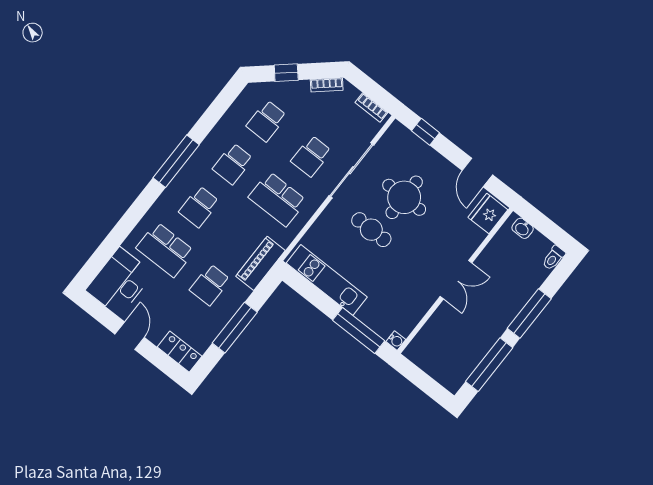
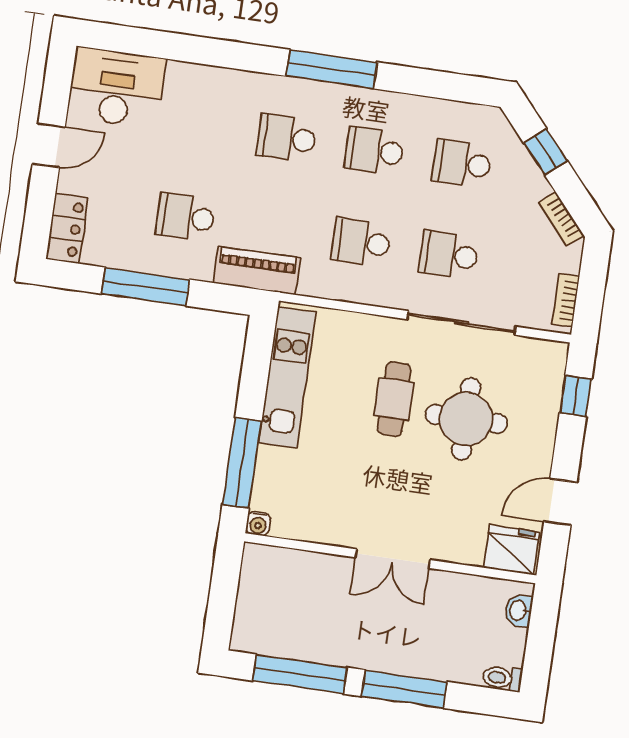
school desk: (277, 199) -> (361, 242), width x0.54
school desk: (165, 250) -> (199, 126), removed

